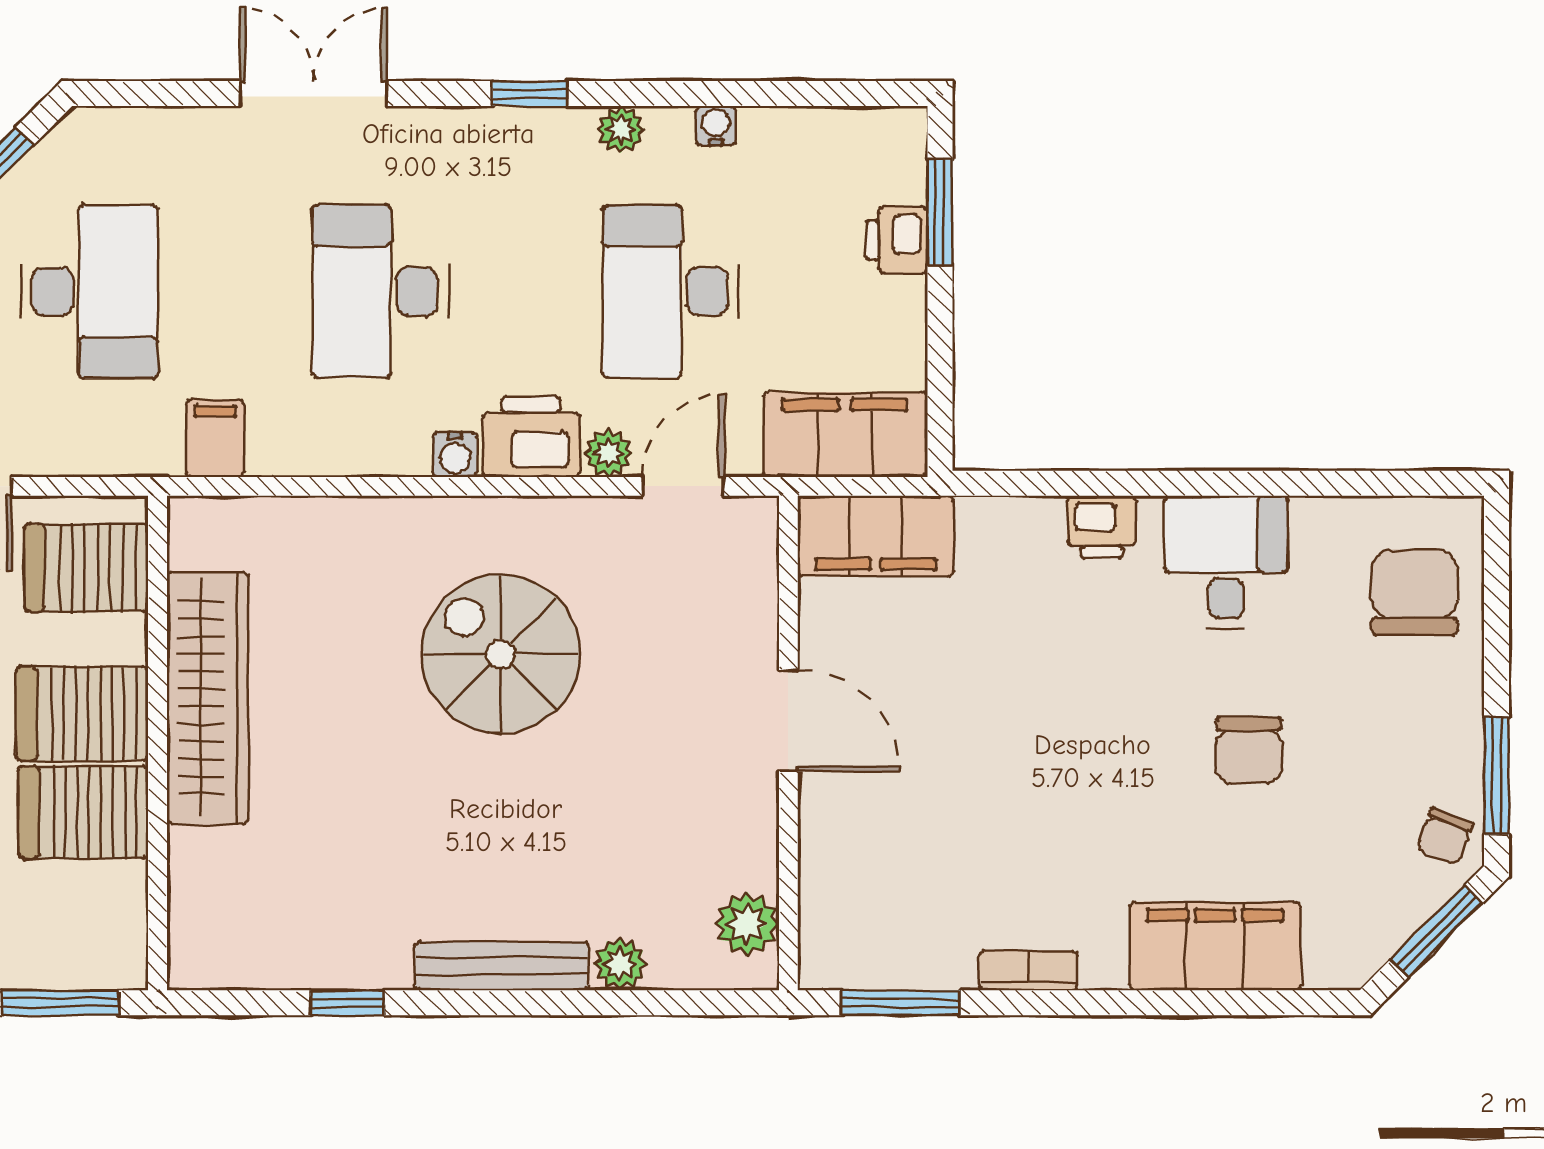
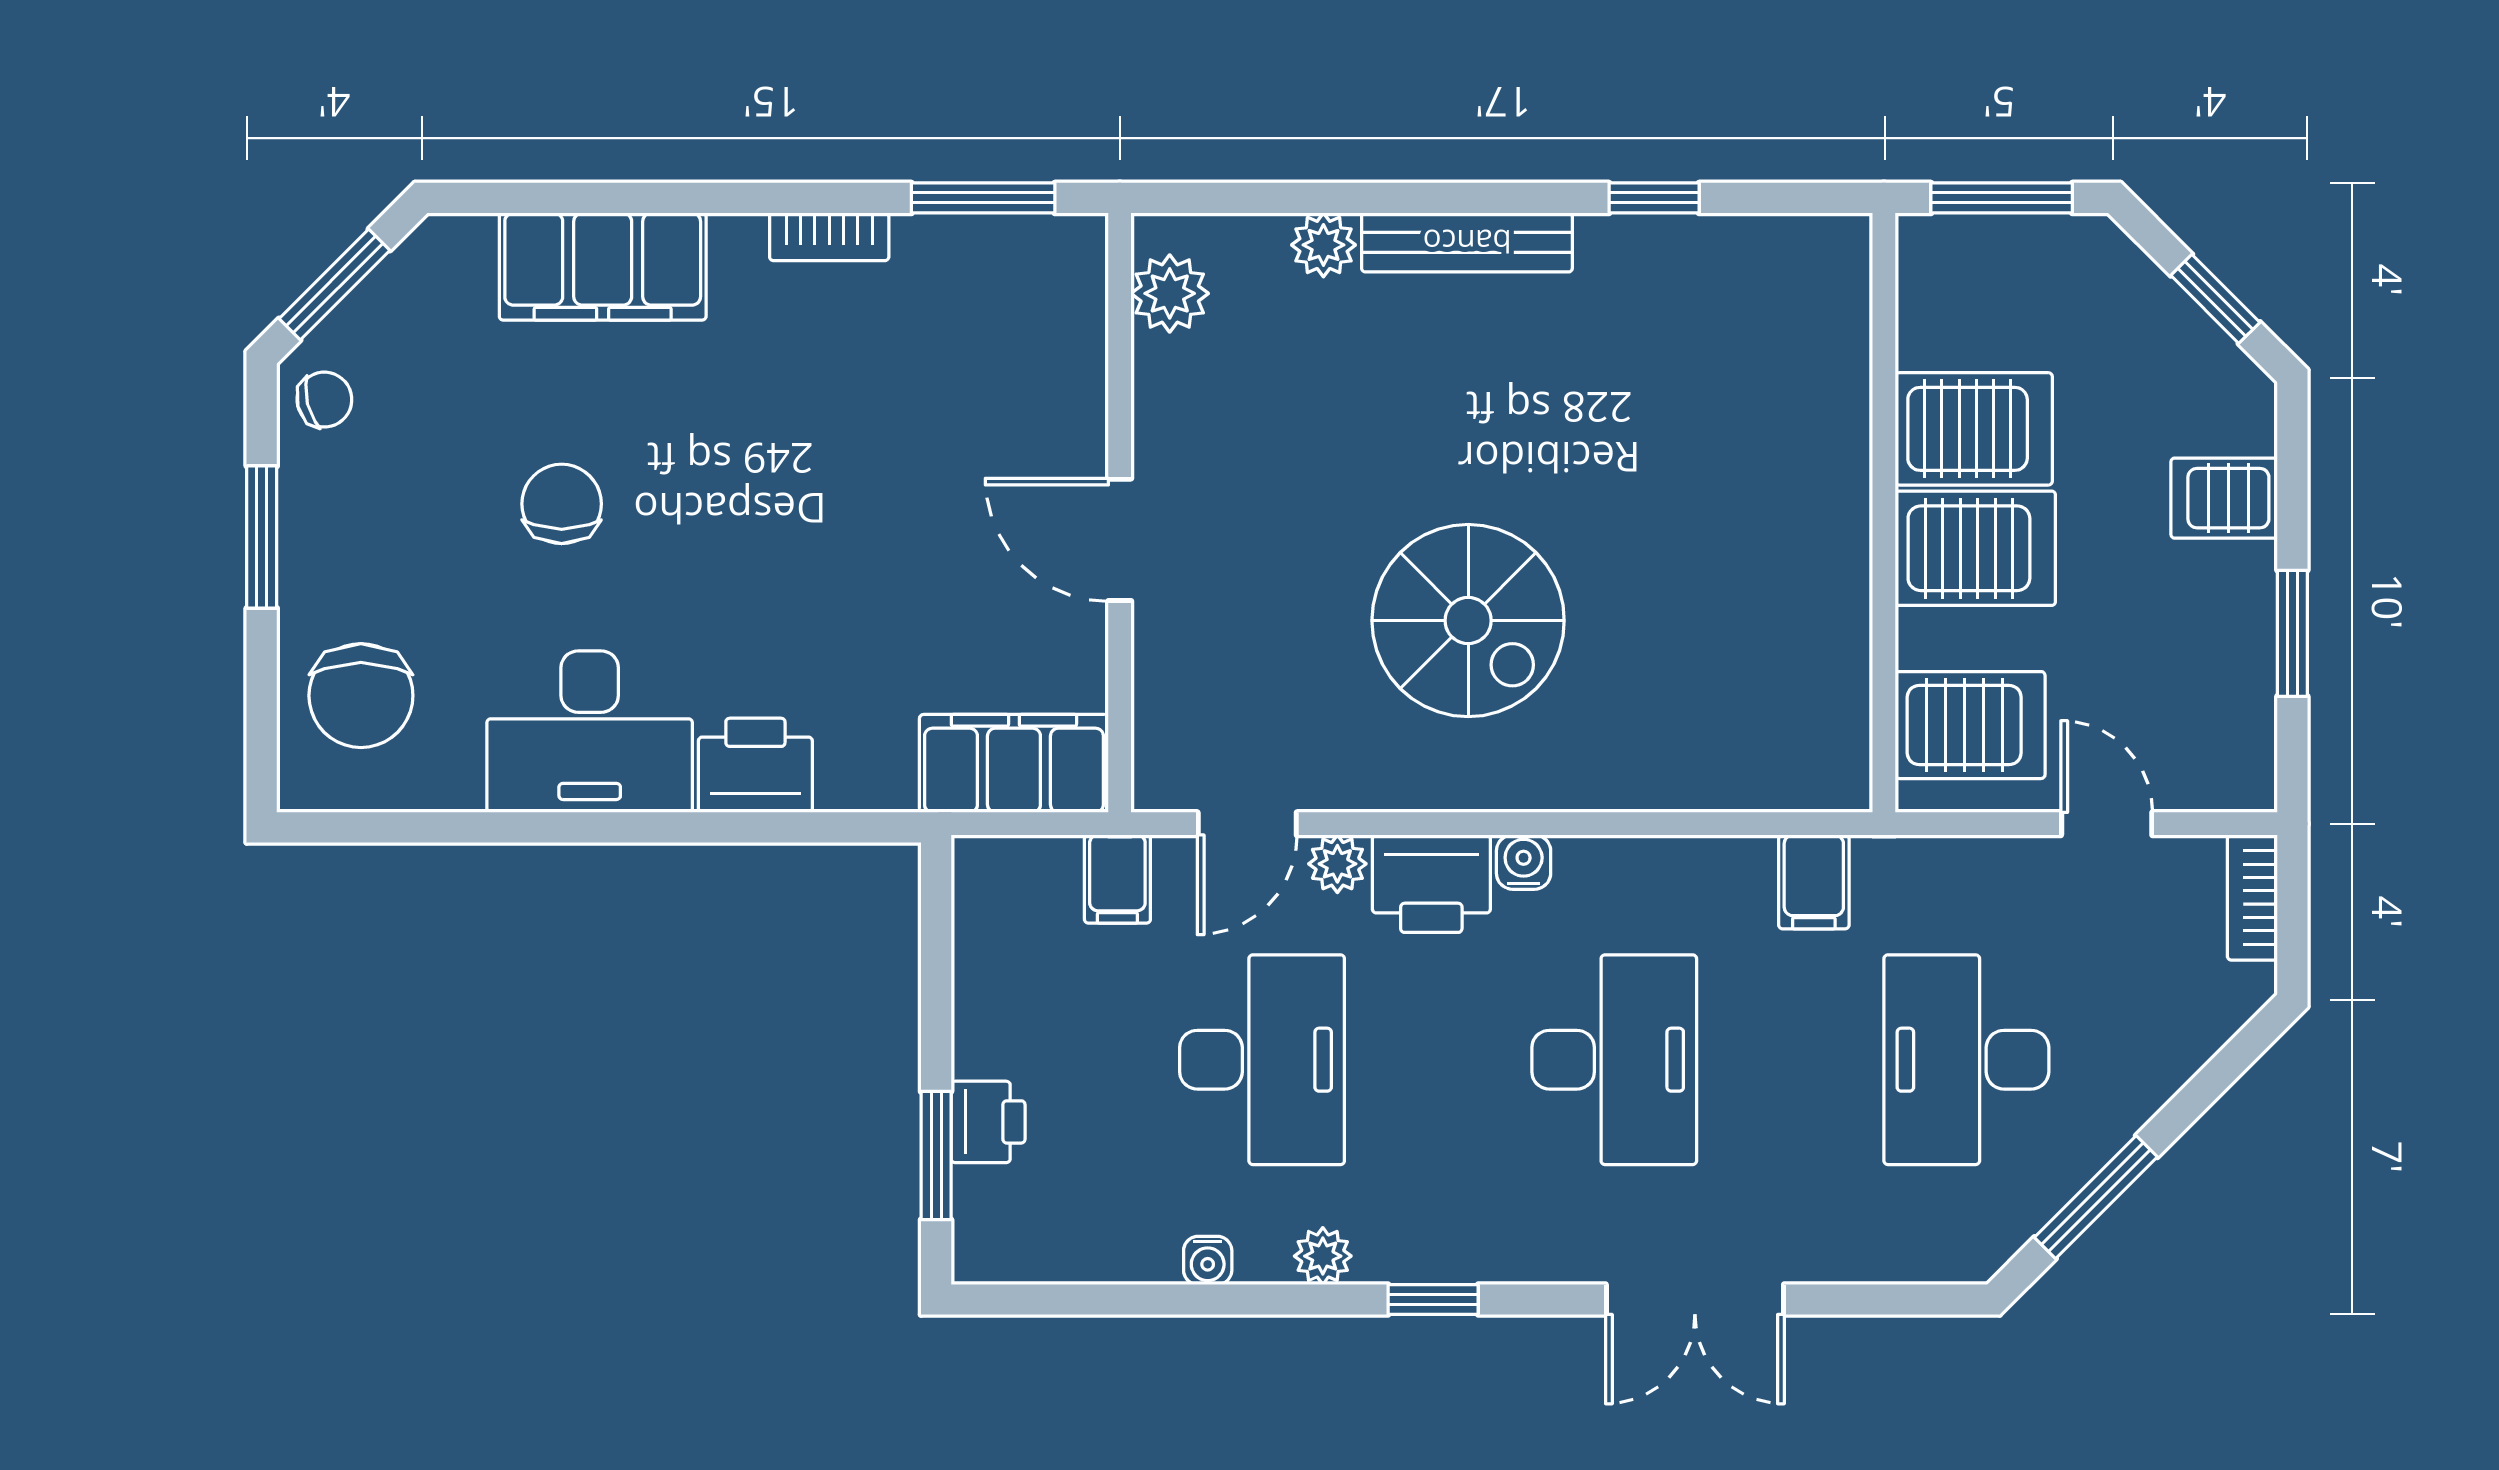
filing cabinet: (845, 435) -> (1117, 879), width x0.33, depth x0.86
printer: (1102, 527) -> (755, 765), width x1.36, depth x1.24
desk: (1226, 562) -> (590, 732), width x1.37
wardrobe: (208, 698) -> (1823, 568), removed
window: (1497, 776) -> (262, 537), moved
chair: (1445, 836) -> (324, 400), turned 55

